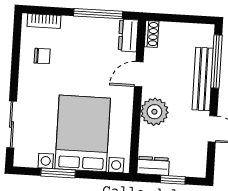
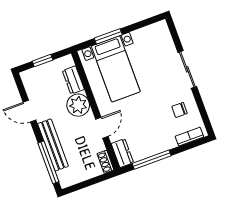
sliding door: (12, 124) -> (187, 69), moved
bed with nightstands: (83, 133) -> (116, 69), width x0.73
dresser: (153, 166) -> (73, 80), moved, turned 90
window: (58, 173) -> (108, 36), moved

